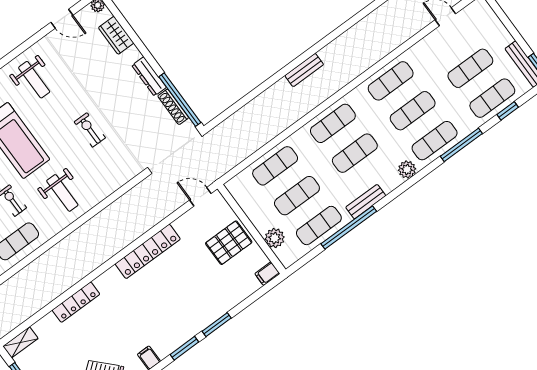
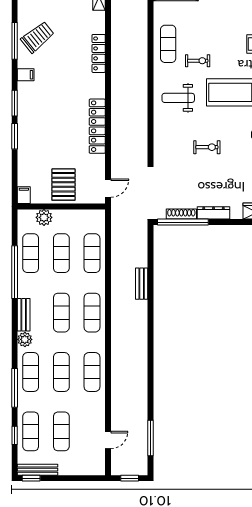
bench: (304, 70) -> (142, 284), moved
bench: (366, 202) -> (24, 315), moved

